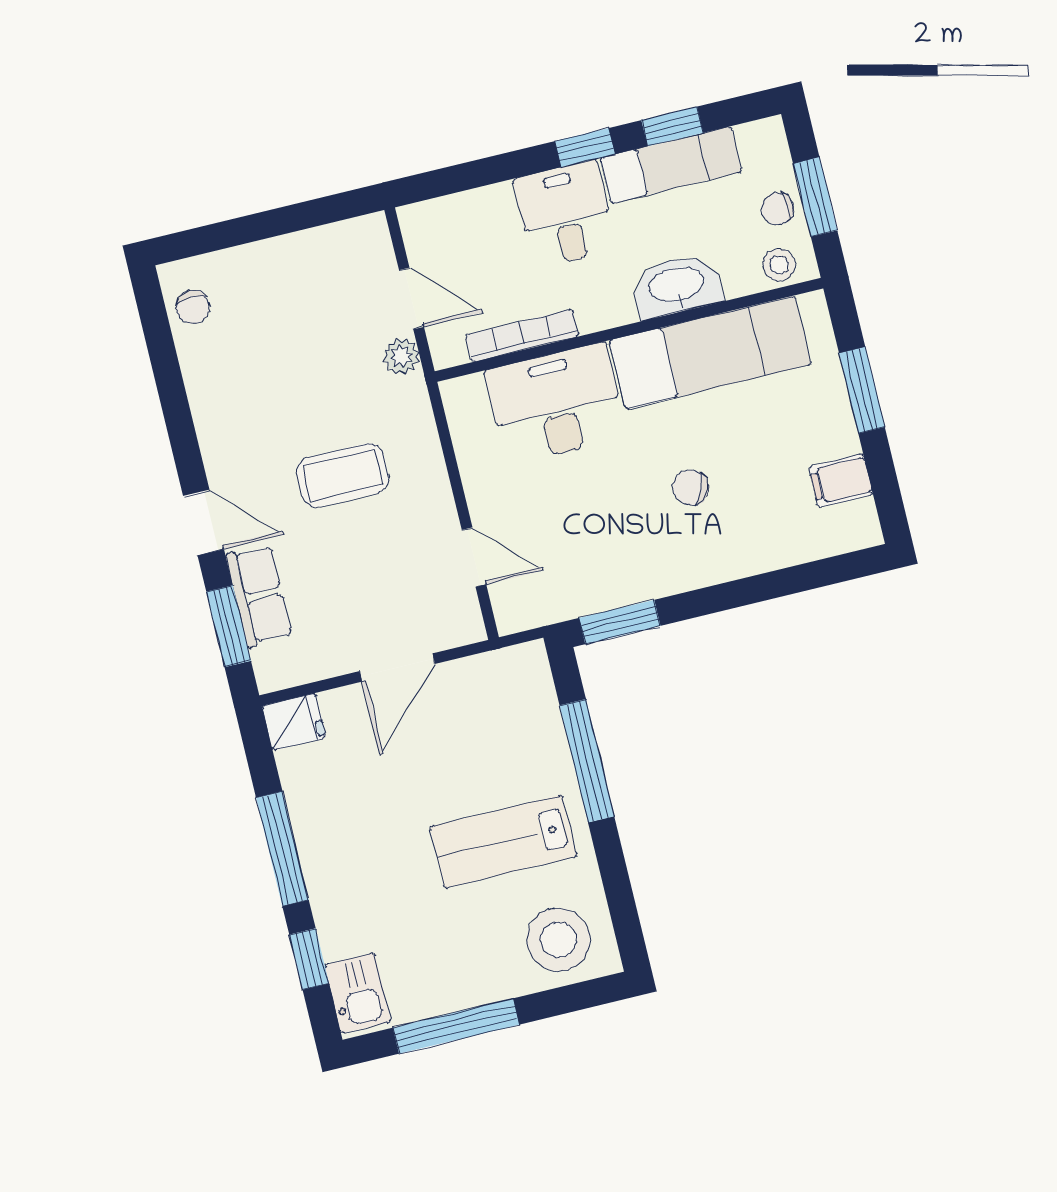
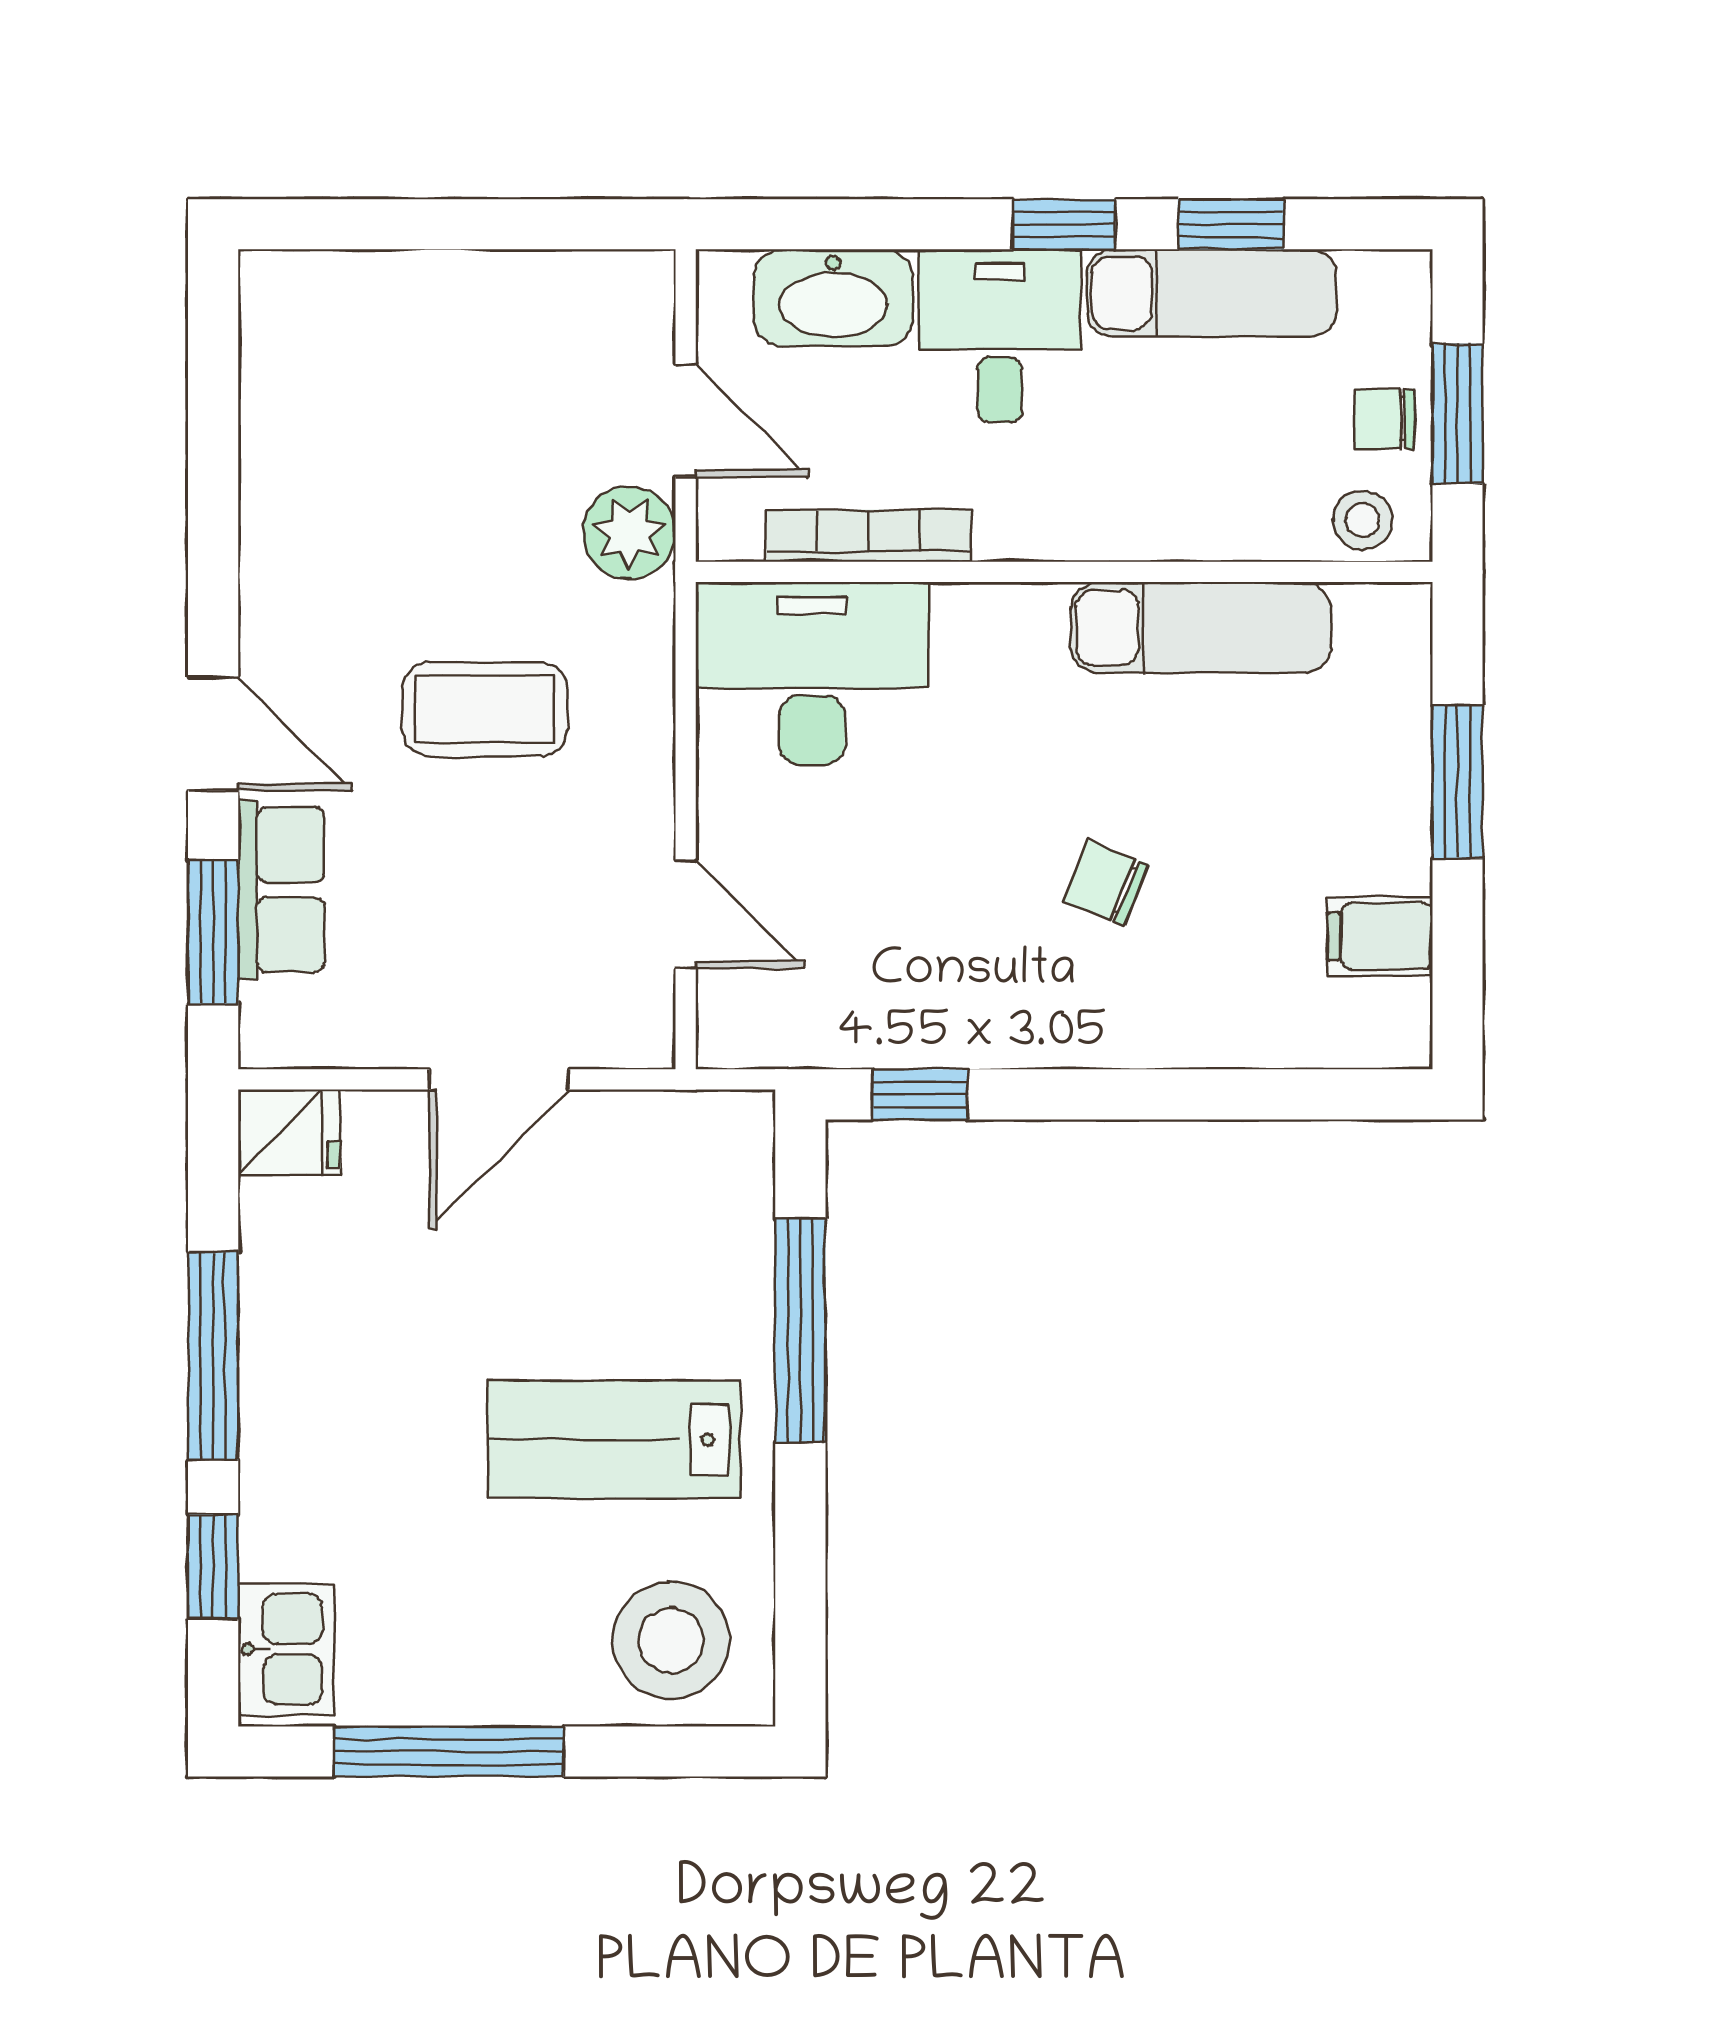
washbasin: (677, 286) -> (833, 298), moved, turned 180
chair: (193, 307) -> (288, 341), removed
exam couch: (710, 352) -> (1201, 628), width x0.73, depth x0.69
plant: (401, 356) -> (629, 533), width x1.38, depth x1.38
desk: (556, 404) -> (812, 674), moved
window: (620, 622) -> (920, 1094), width x0.67

